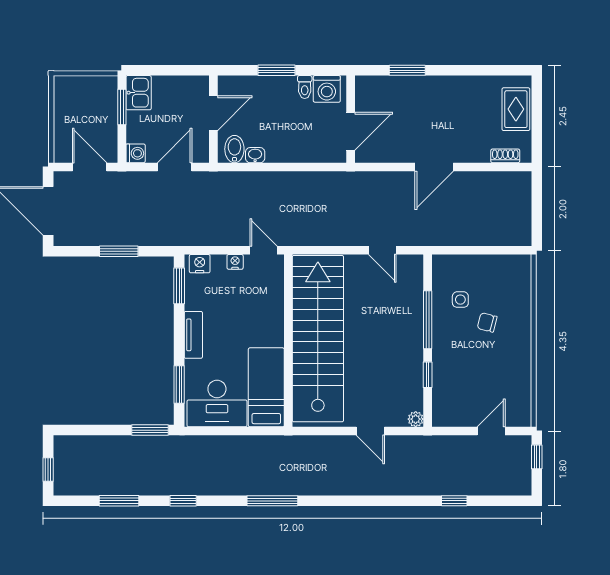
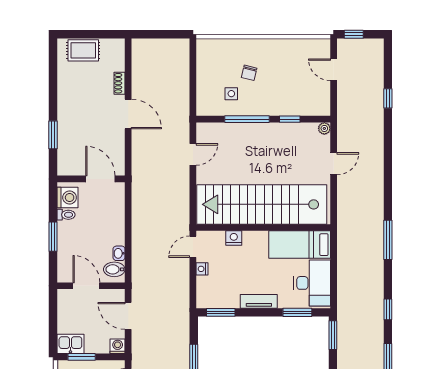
shoe rack: (505, 156) -> (120, 83), moved
nightstand: (200, 264) -> (234, 238), moved, turned 90

